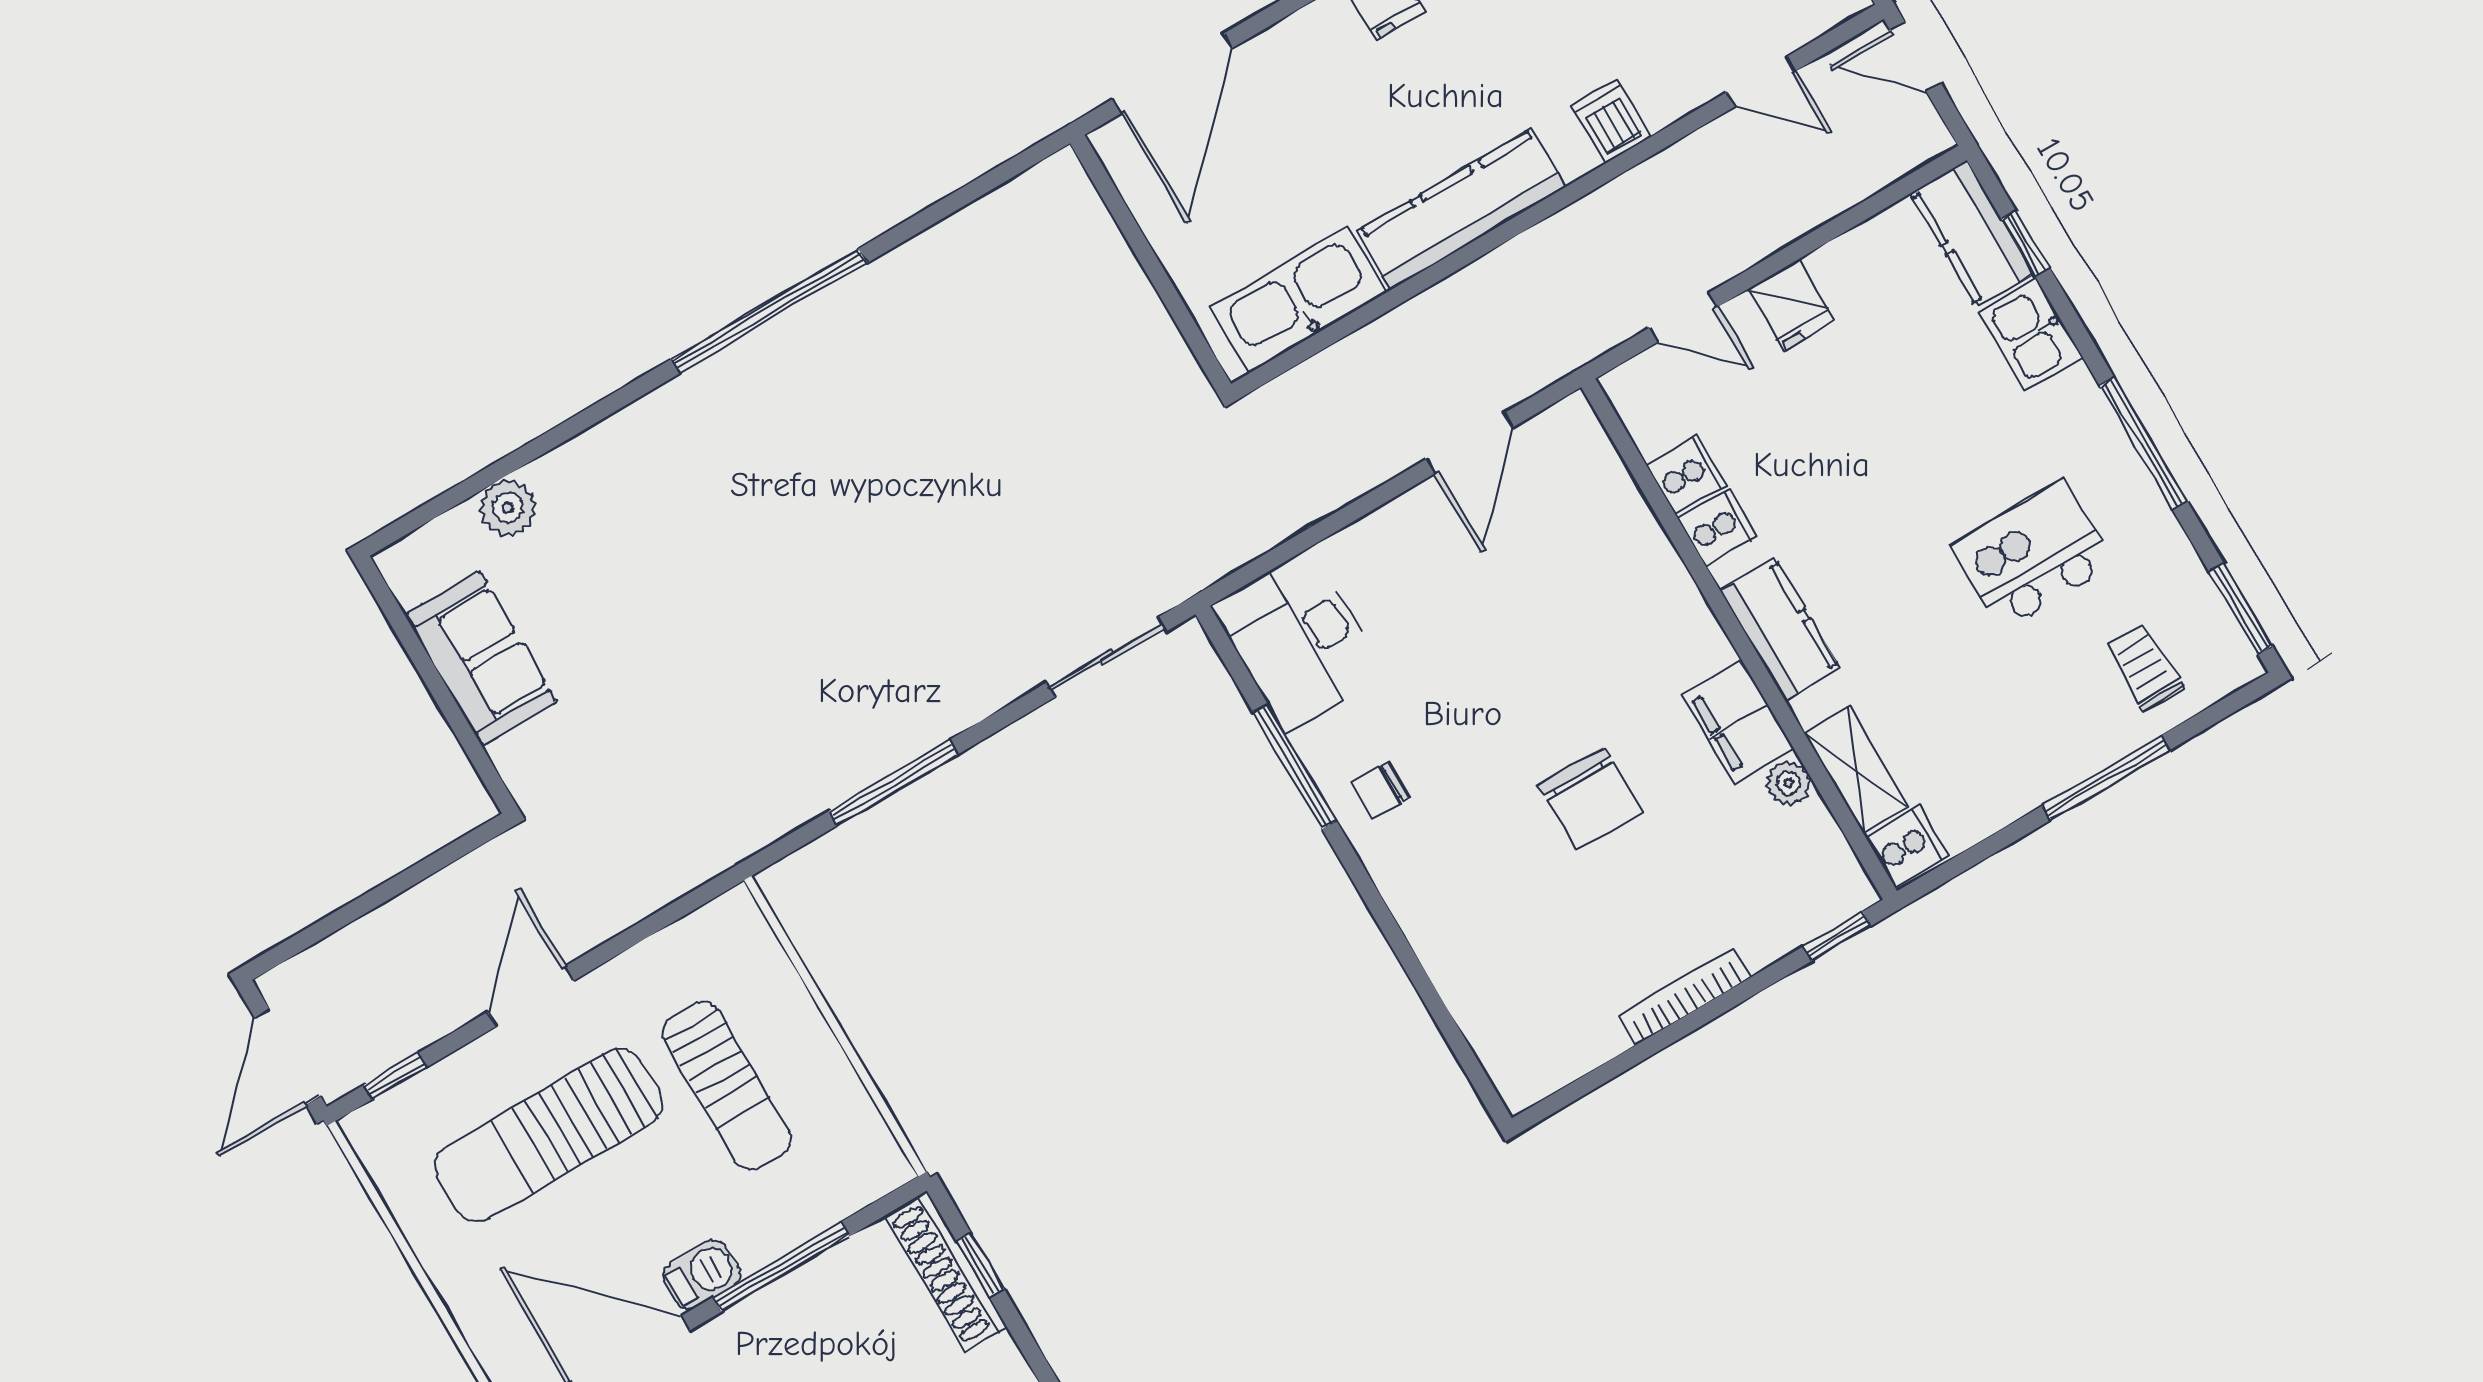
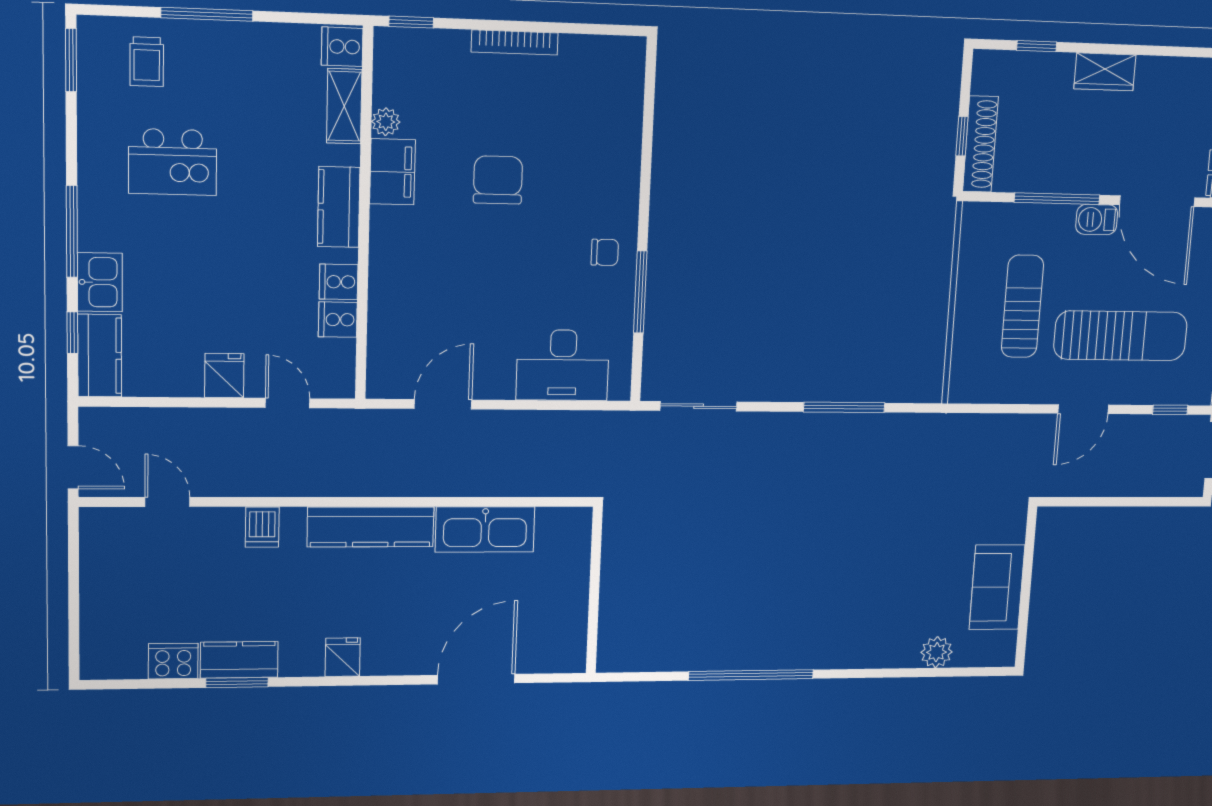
wall: (1151, 264) -> (594, 590), moved
window: (2143, 443) -> (72, 232), moved
desk: (1298, 640) -> (563, 365), moved, turned 90

